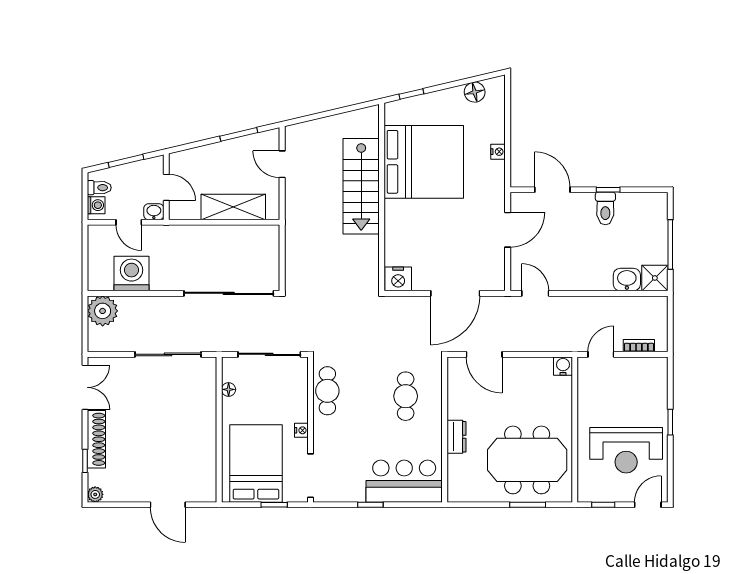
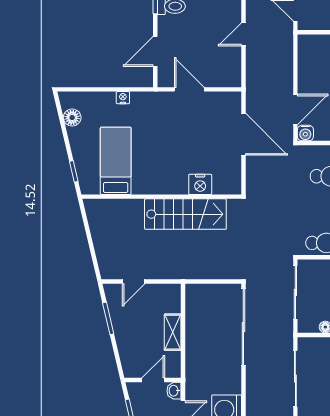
bed: (424, 162) -> (116, 161), width x0.49
stairs: (361, 186) -> (185, 214), moved
shelving: (233, 207) -> (173, 332), width x0.67, depth x0.75
nightstand: (398, 279) -> (200, 184), moved, turned 90
door: (535, 293) -> (243, 34), moved
water cooler: (563, 366) -> (305, 133), moved, turned -90

